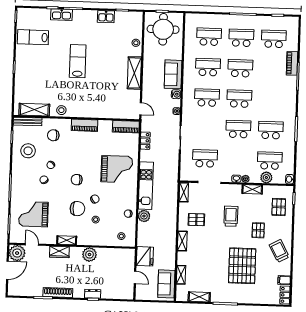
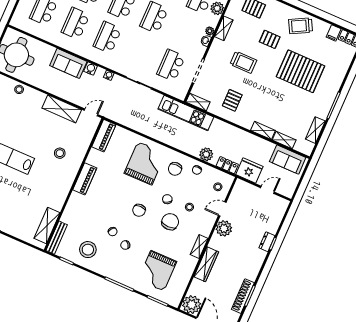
shelving: (134, 73) -> (62, 109), moved
stool: (61, 110) -> (60, 153), moved
chair: (53, 135) -> (175, 169), moved
locker: (145, 141) -> (227, 165), moved
kitchen unit: (146, 186) -> (186, 113), moved, turned 180
trolley: (231, 216) -> (243, 62), turned 180
shelving: (182, 241) -> (263, 130), moved
door: (32, 244) -> (222, 209), moved
wardrobe: (59, 252) -> (206, 264), width x1.50
shoe rack: (58, 293) -> (243, 296), moved

